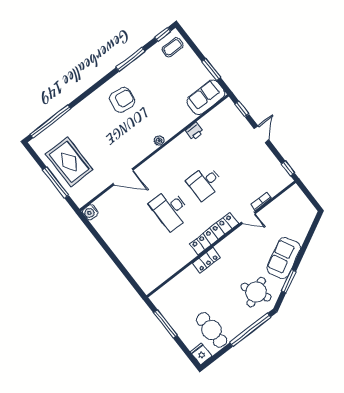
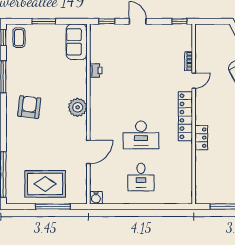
window: (211, 69) -> (44, 21), moved
plant: (159, 141) -> (78, 107), width x1.88, depth x1.88
desk: (205, 183) -> (141, 177), moved

